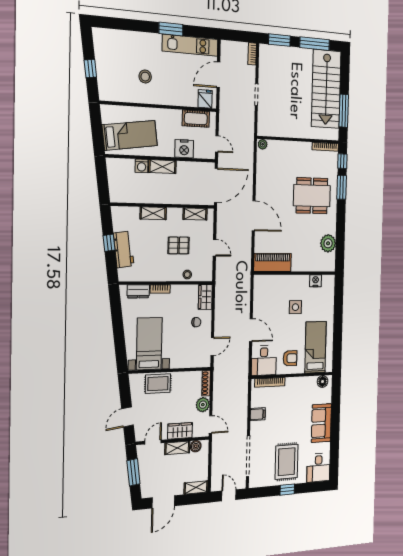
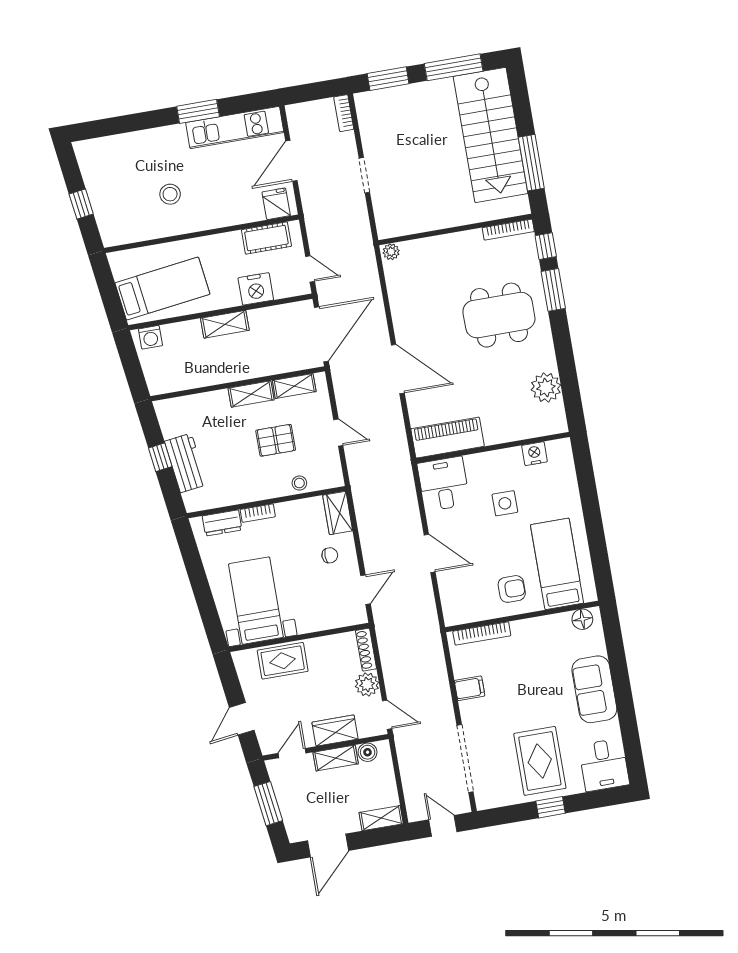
washing machine: (142, 166) -> (150, 337), moved
shelving: (153, 213) -> (251, 394), moved
desk: (264, 360) -> (444, 484), moved, turned 180

